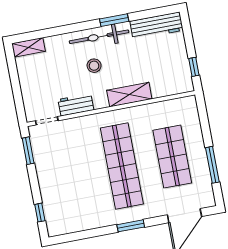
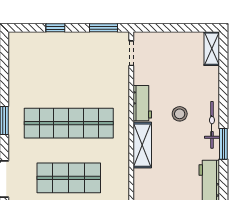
bicycle: (99, 37) -> (212, 125), width x0.73, depth x0.71
workbench: (76, 105) -> (142, 103), moved
window: (40, 213) -> (55, 28), moved

